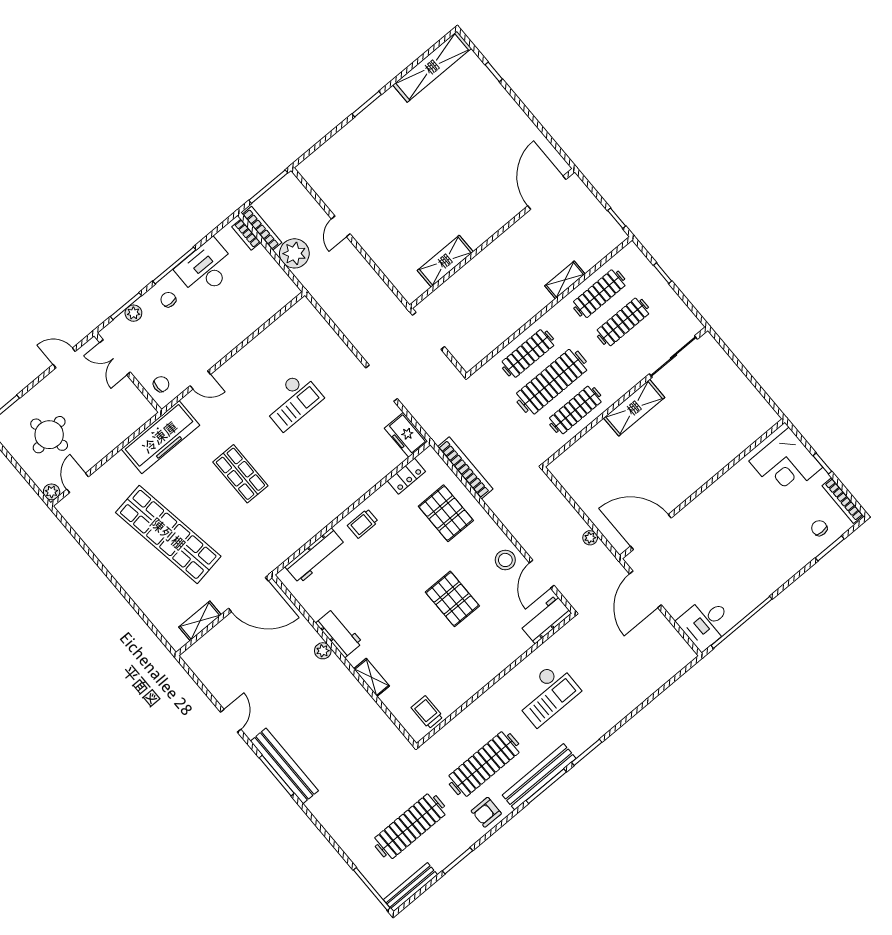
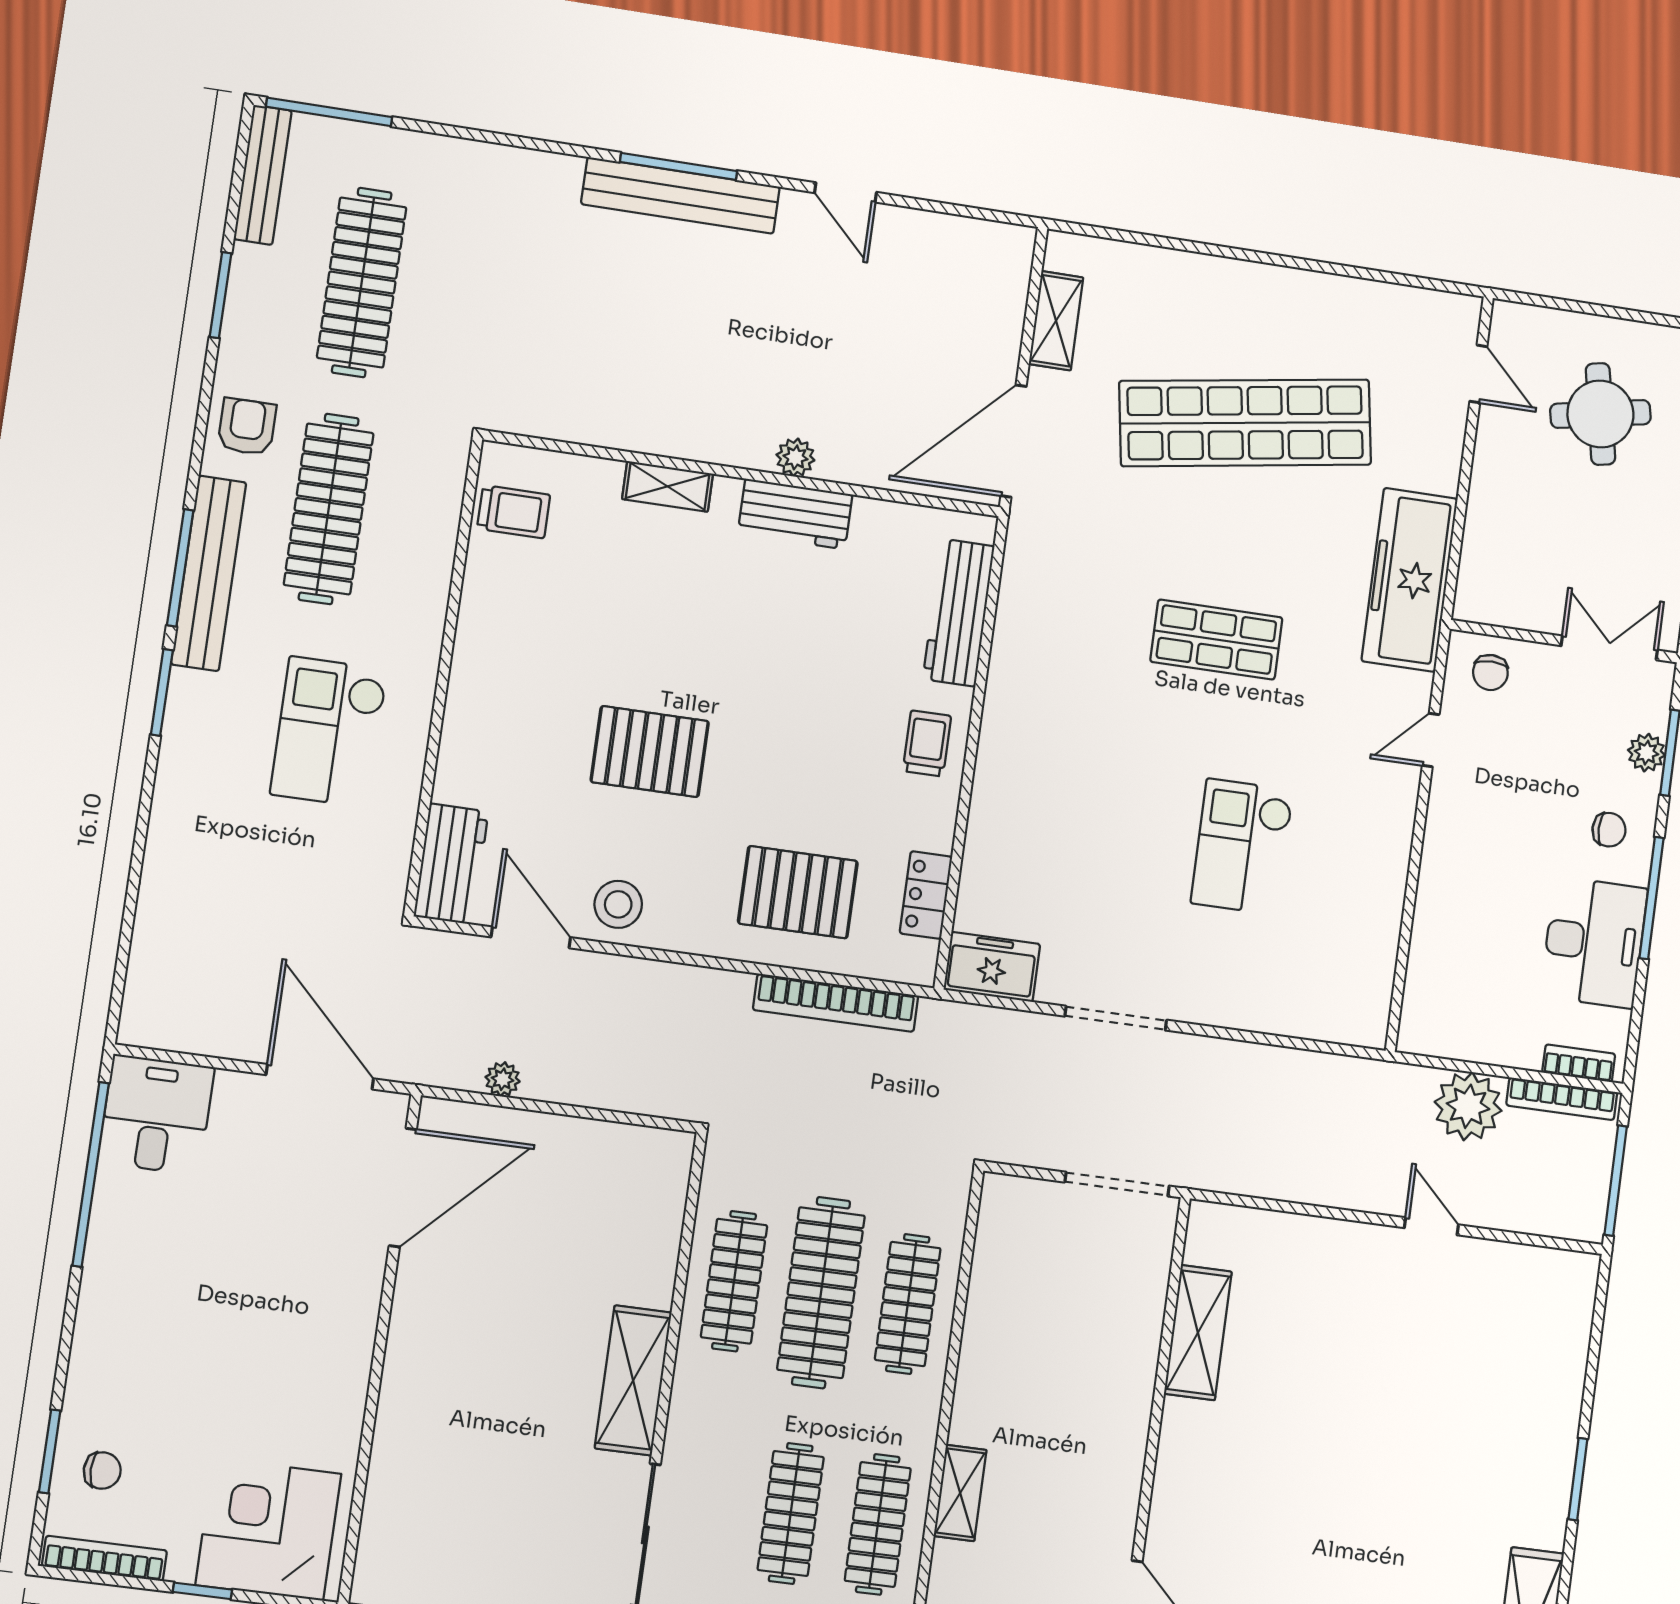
plant: (52, 492) -> (1508, 319), removed

